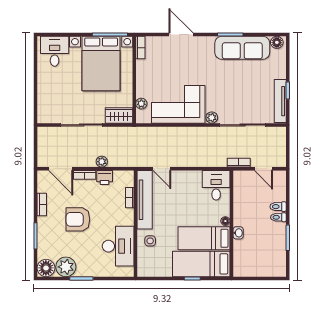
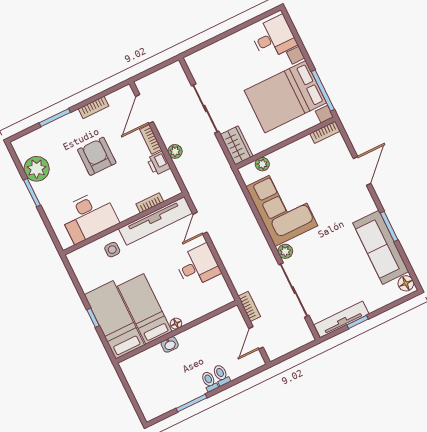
desk: (216, 185) -> (198, 266), moved
floor lamp: (46, 268) -> (24, 147), removed

